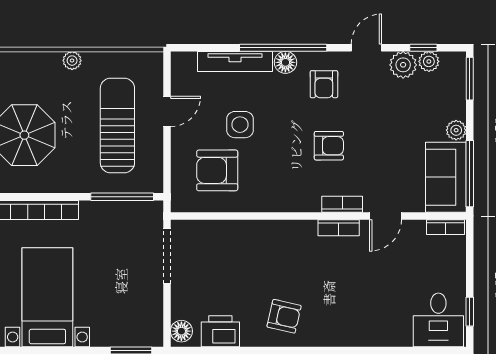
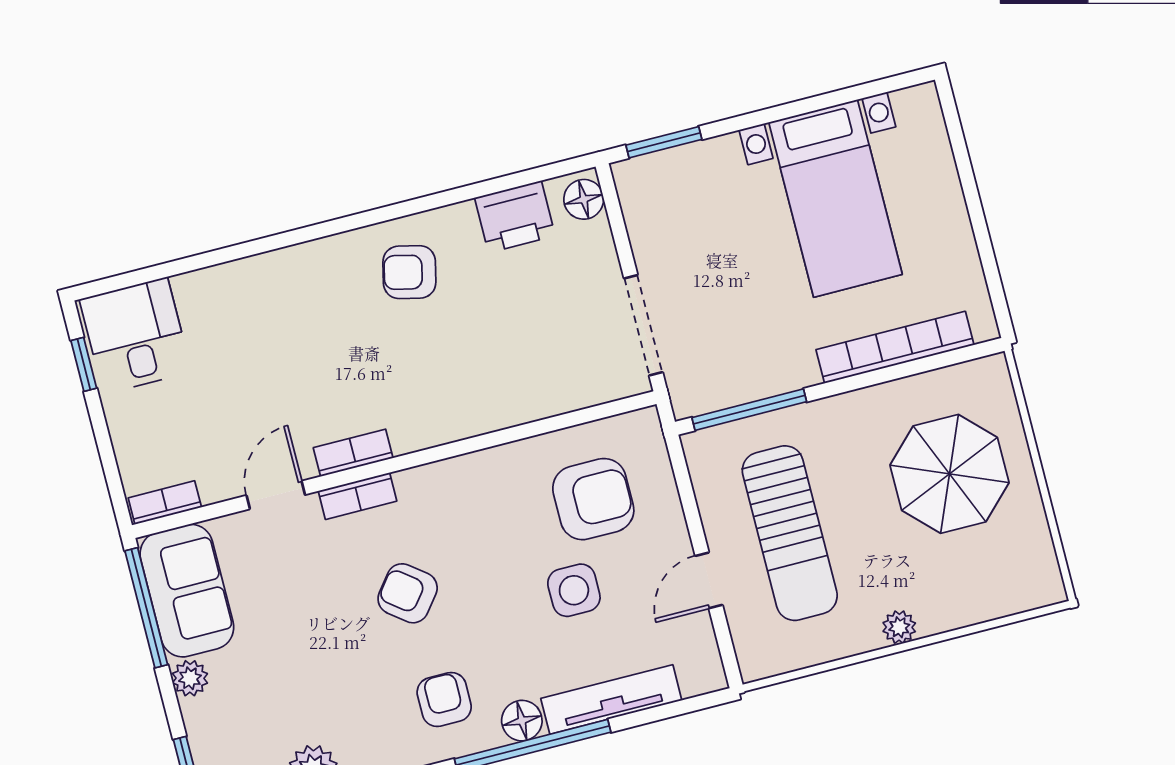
armchair: (329, 146) -> (408, 593), turned 38

